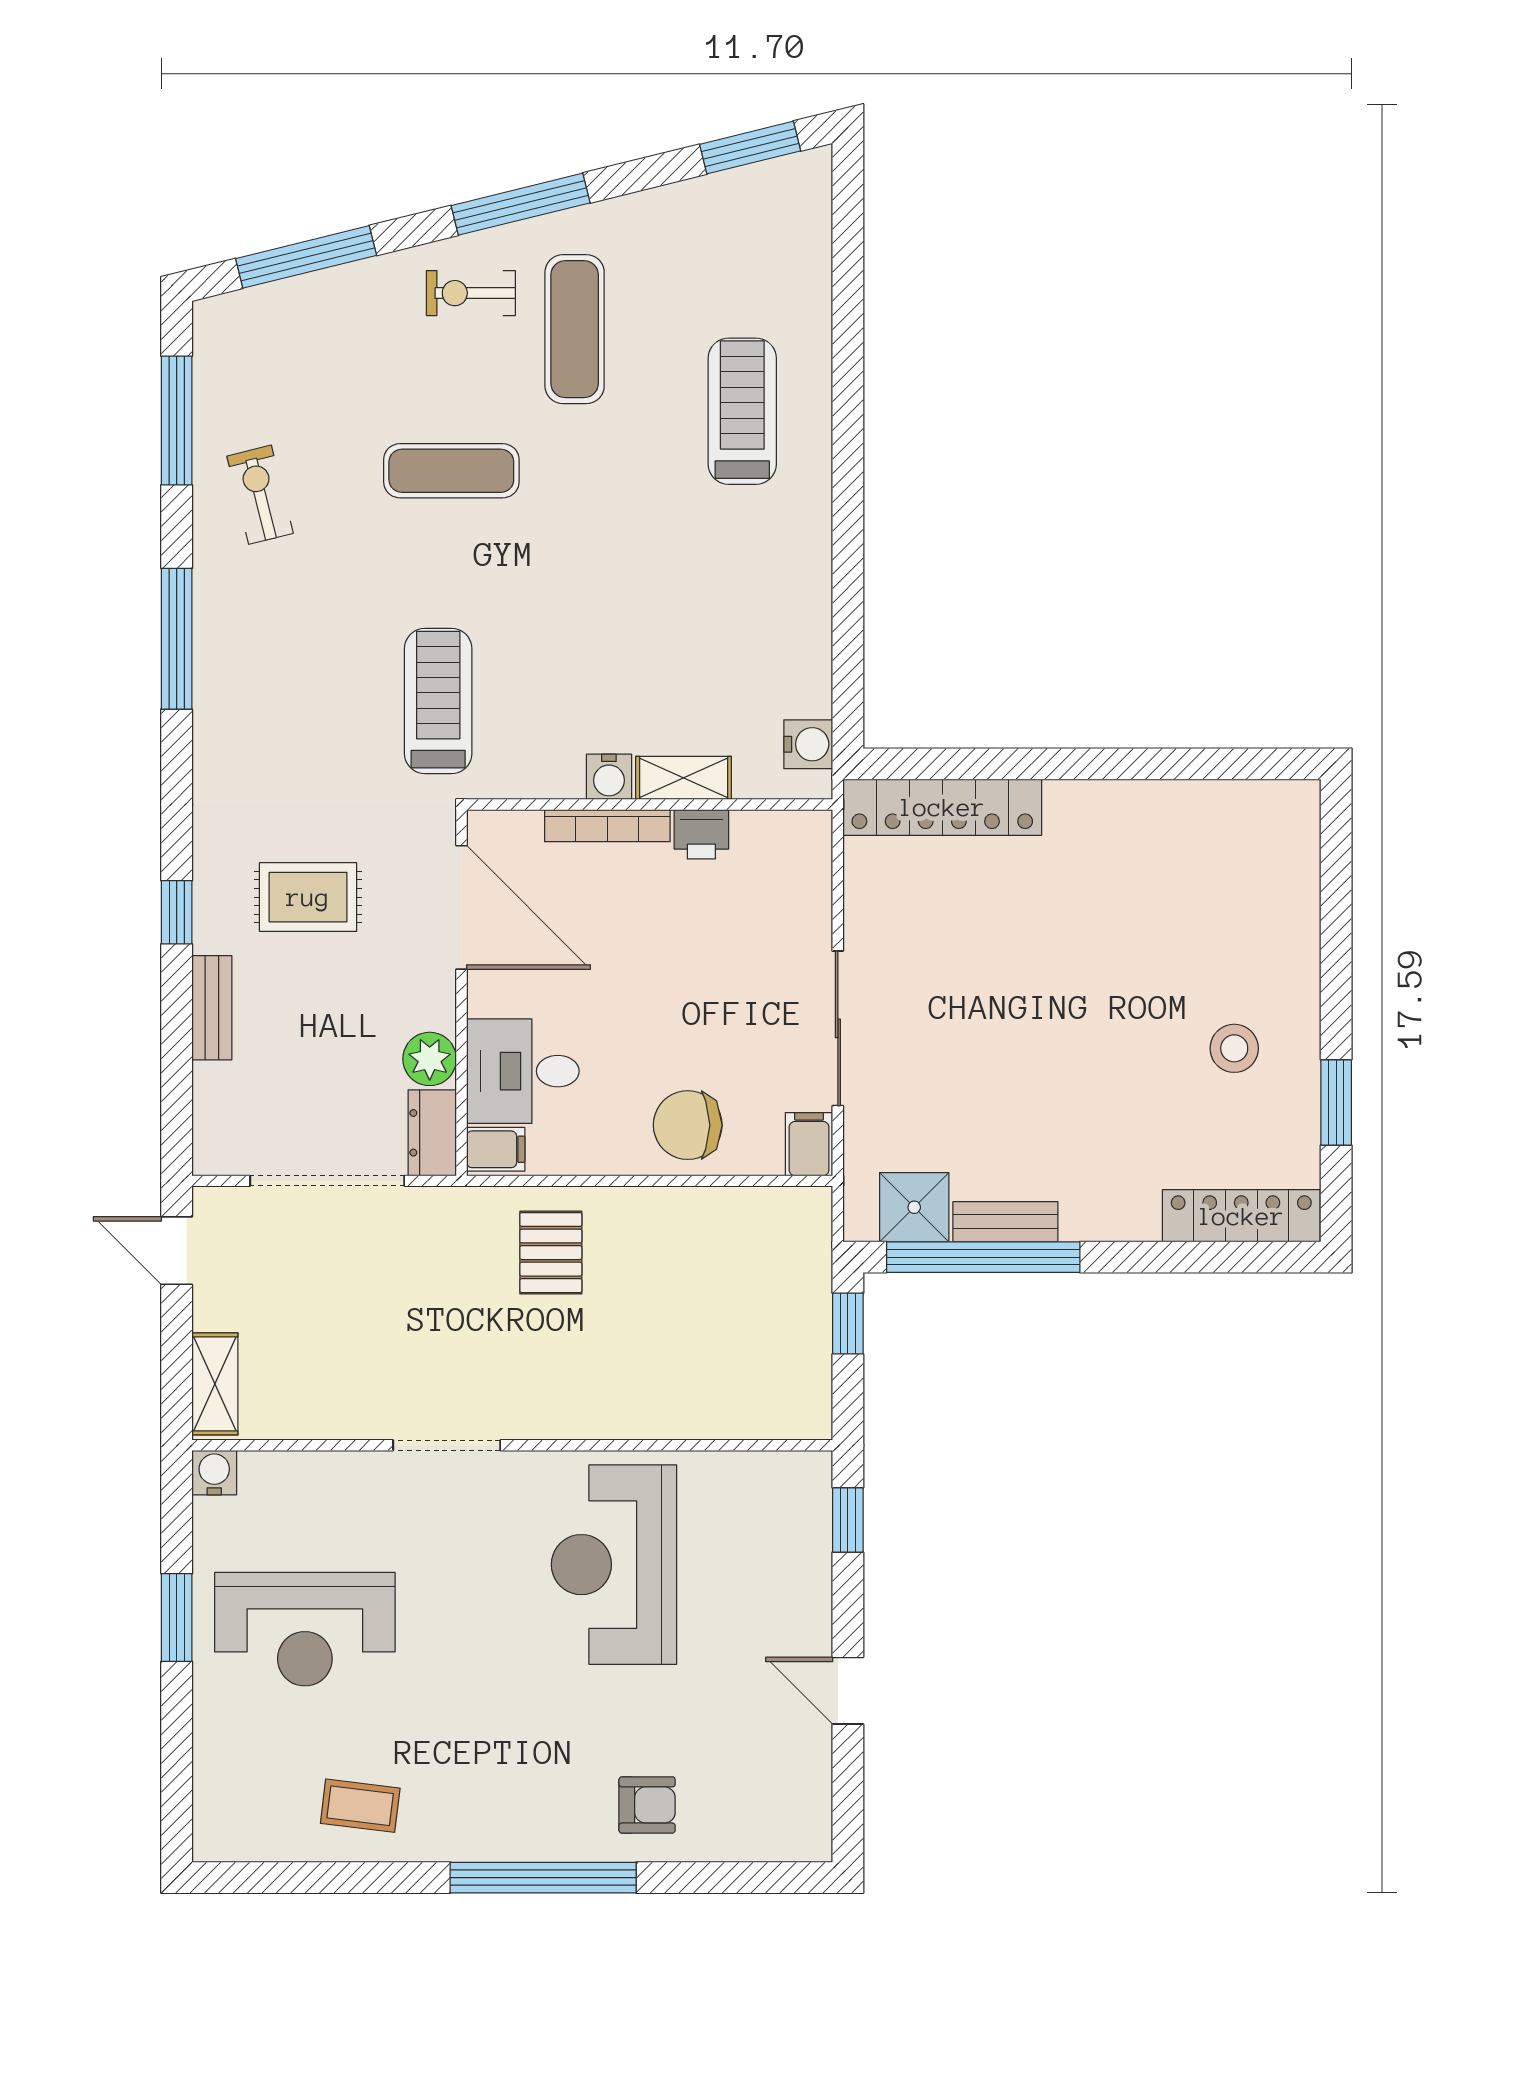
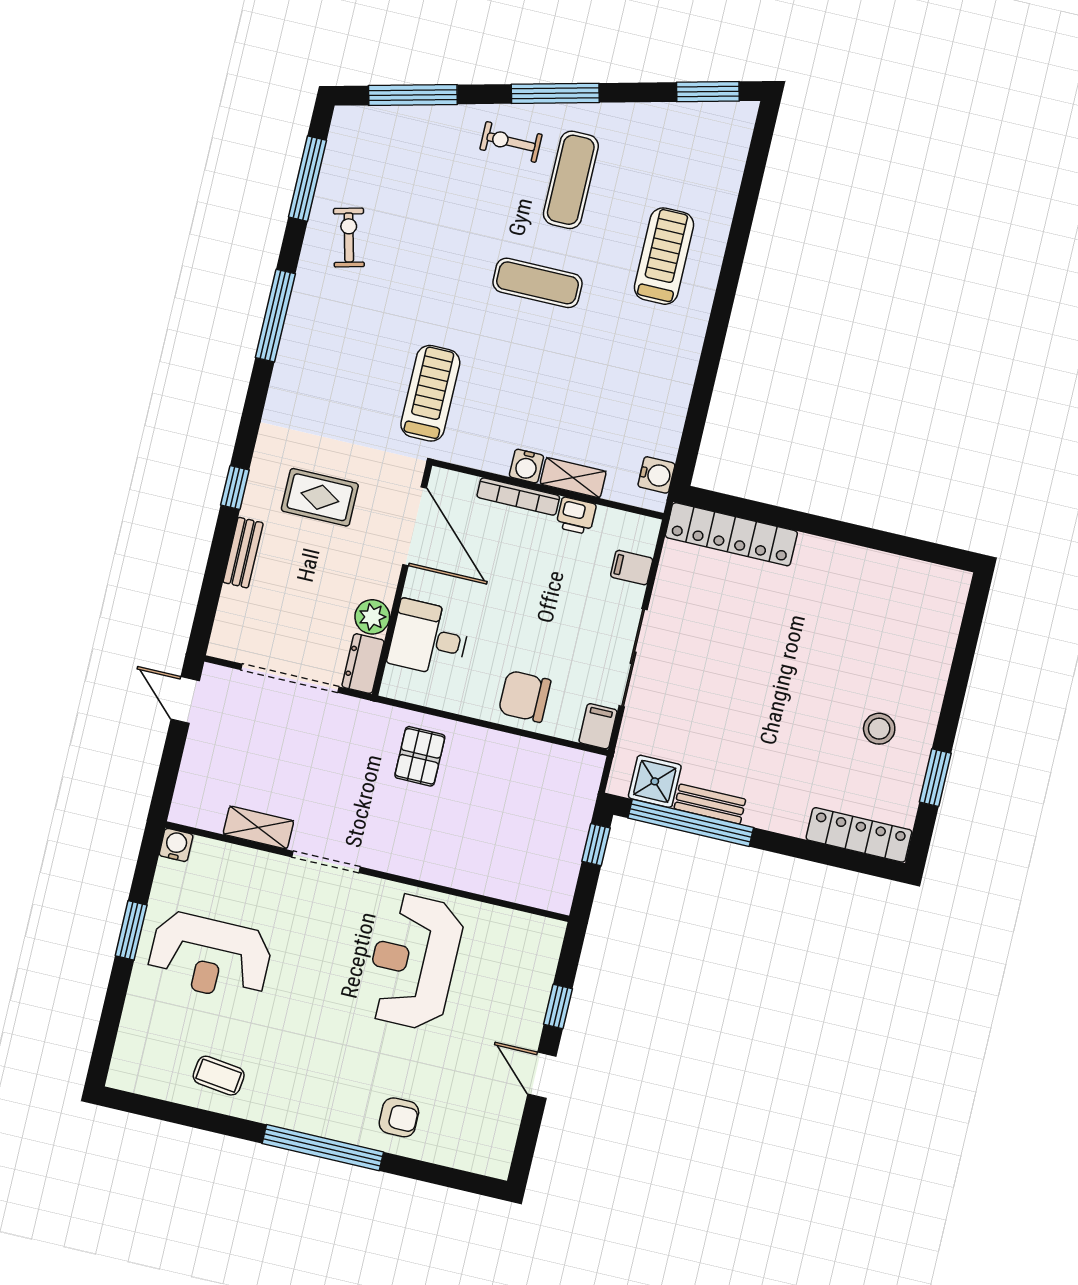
exercise mat: (451, 471) -> (537, 283), moved
filing cabinet: (496, 1149) -> (632, 568), moved, turned 180
shelving: (215, 1384) -> (258, 828), moved, turned 90
window: (848, 1520) -> (558, 1007), moved

